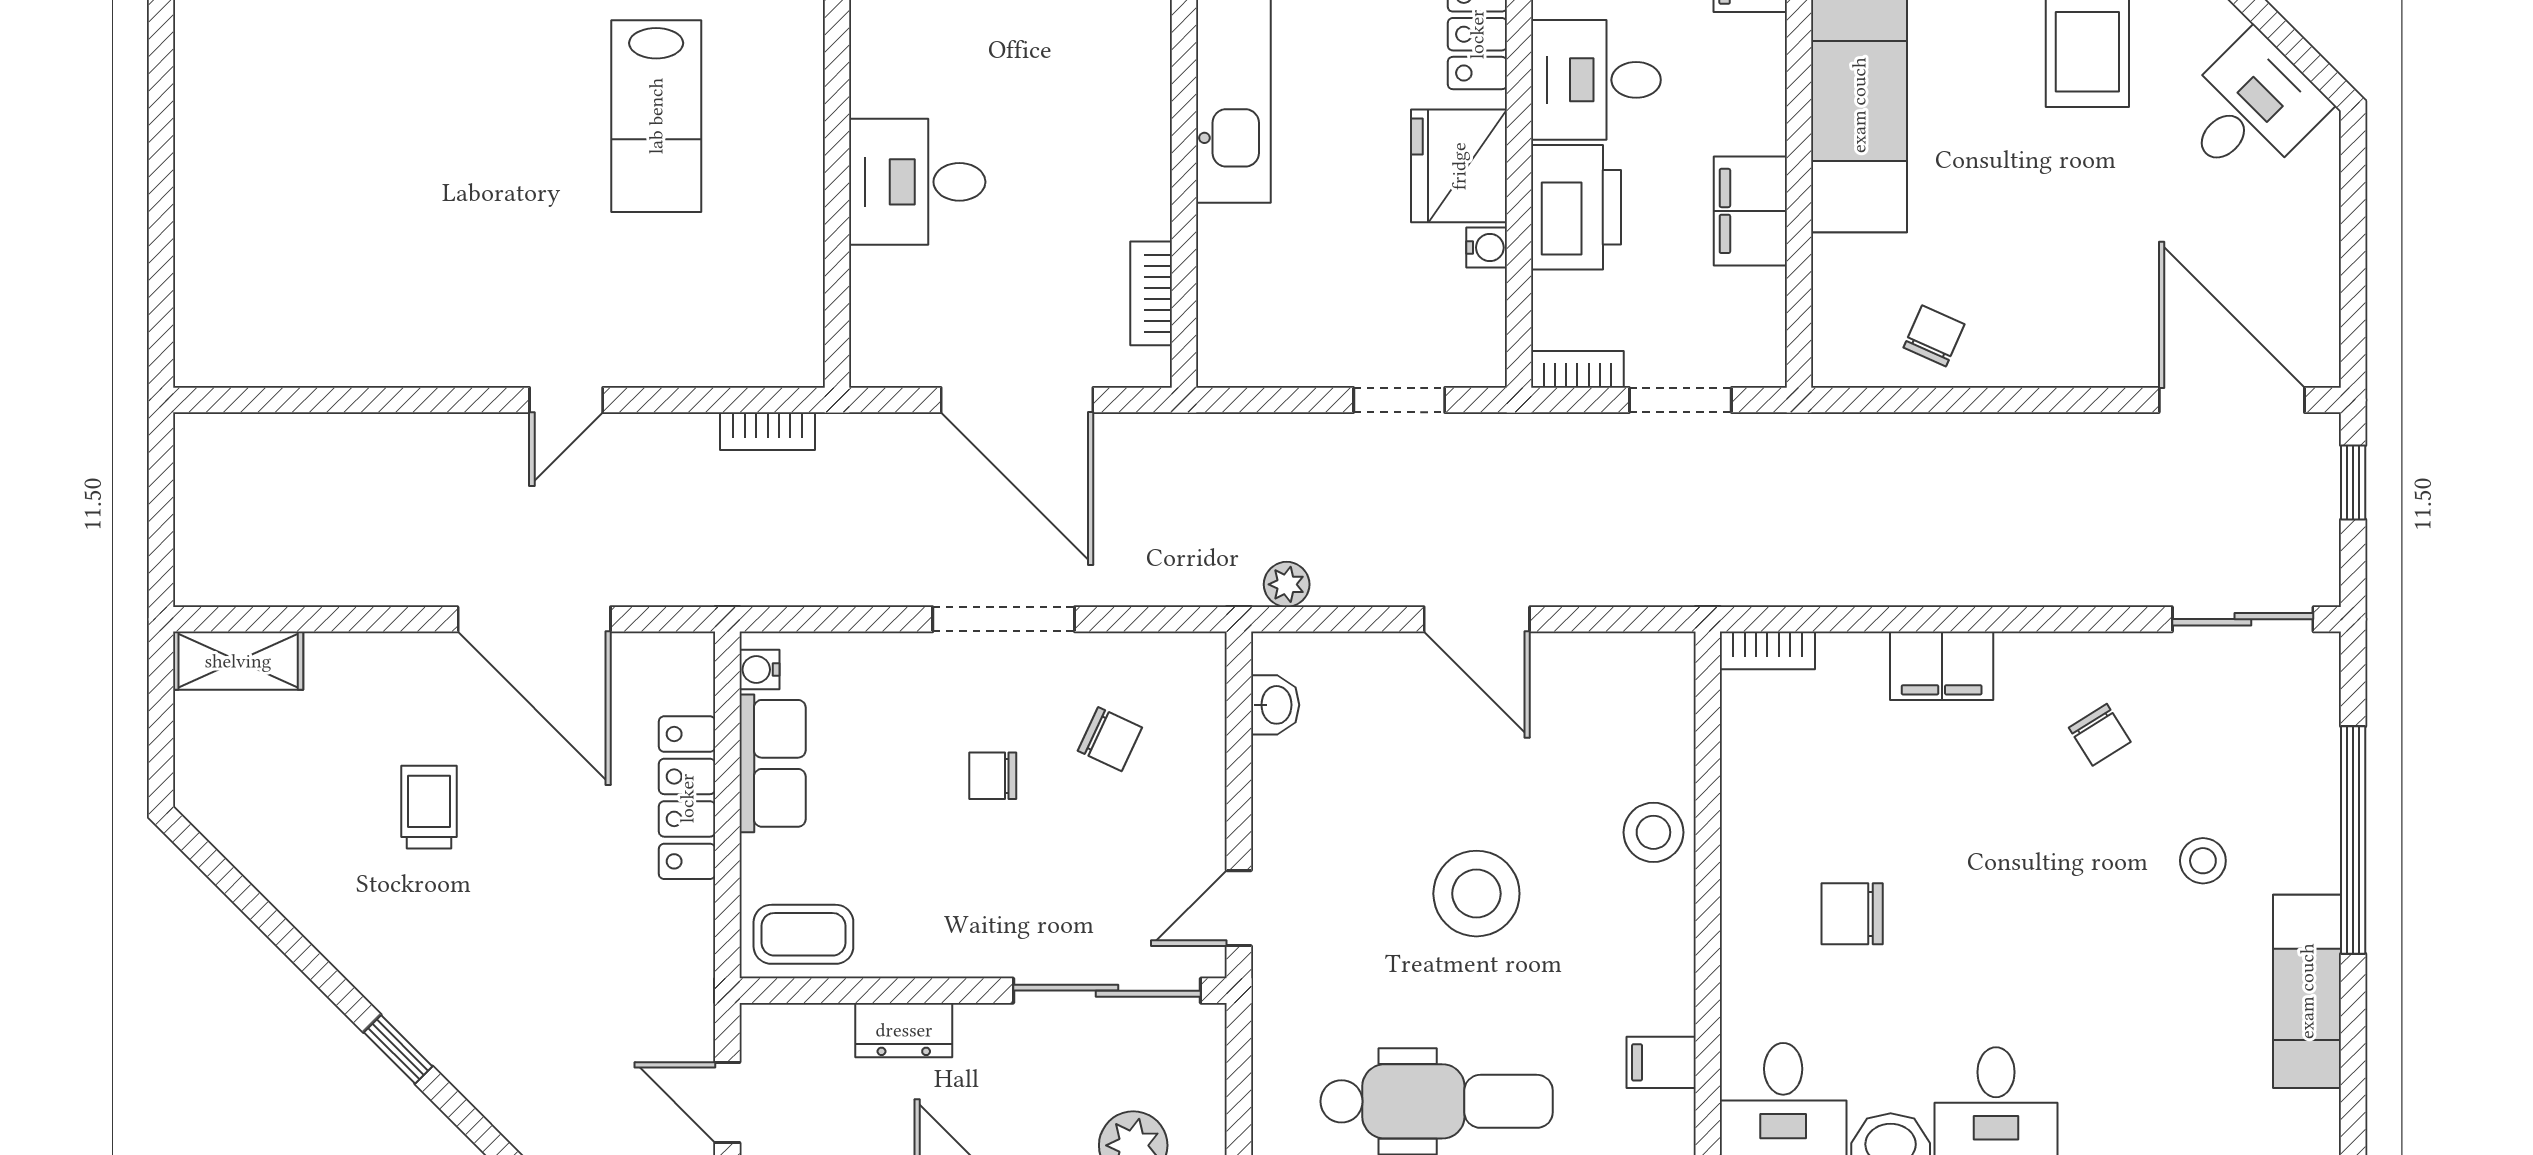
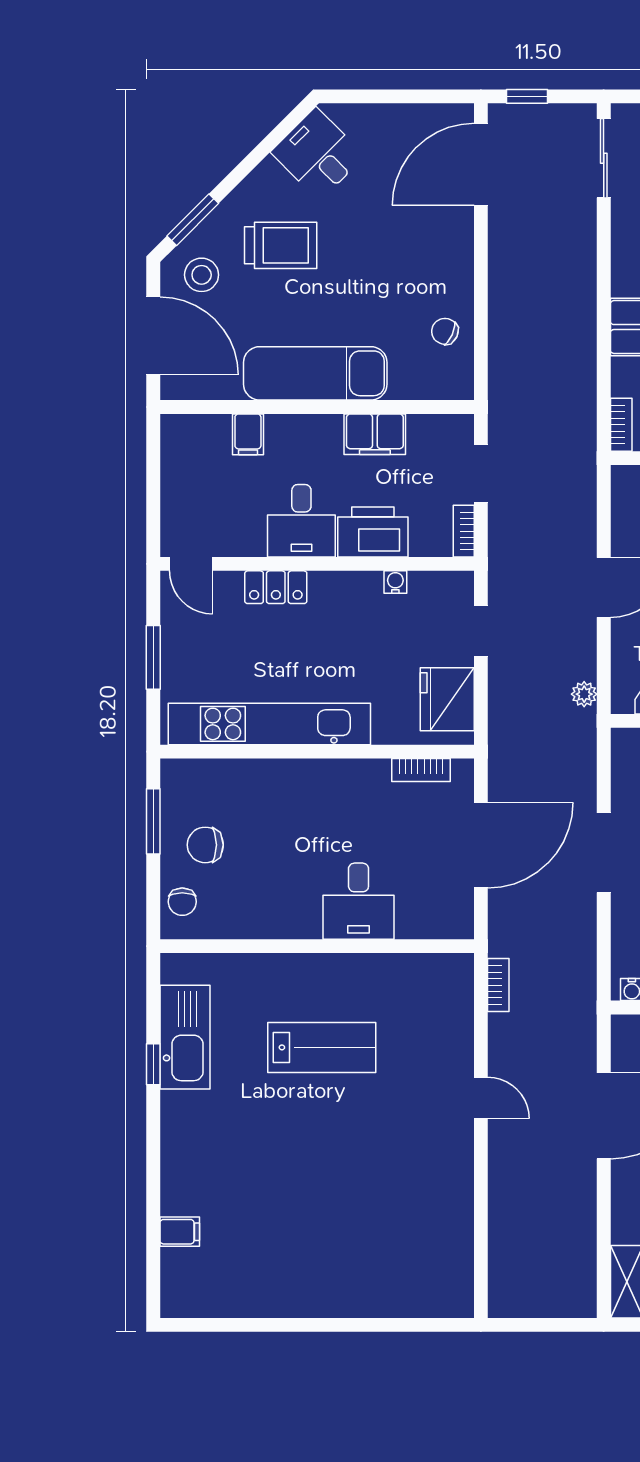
fridge: (1459, 166) -> (447, 699), moved, turned 90

